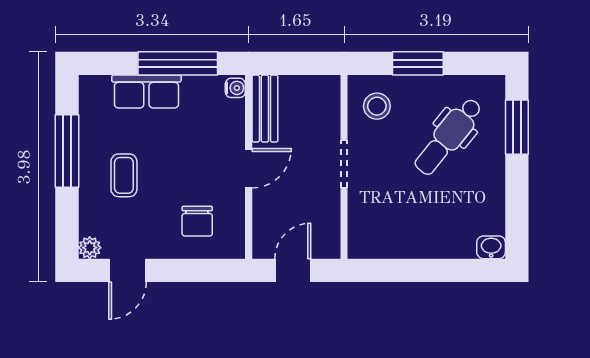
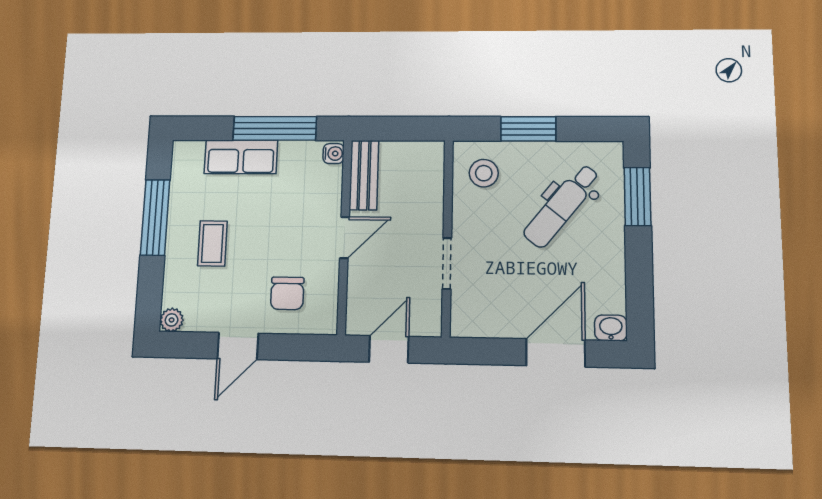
doorway: (344, 164) -> (447, 263), moved
door: (128, 270) -> (238, 346), moved
door: (442, 270) -> (556, 353), added

